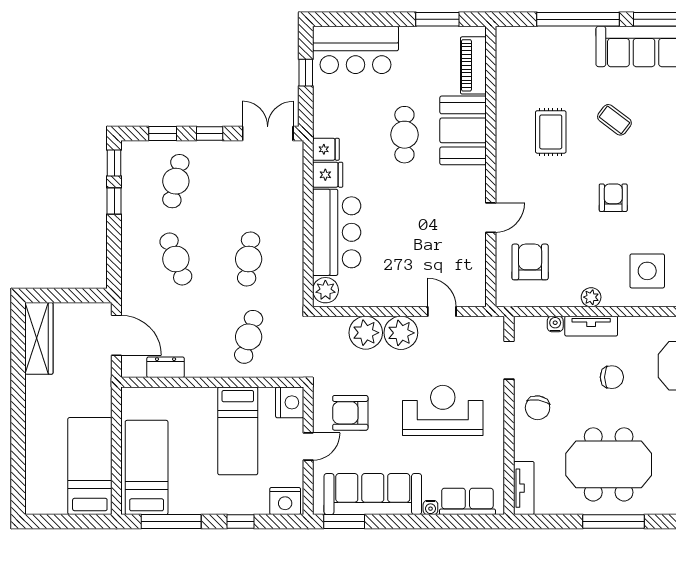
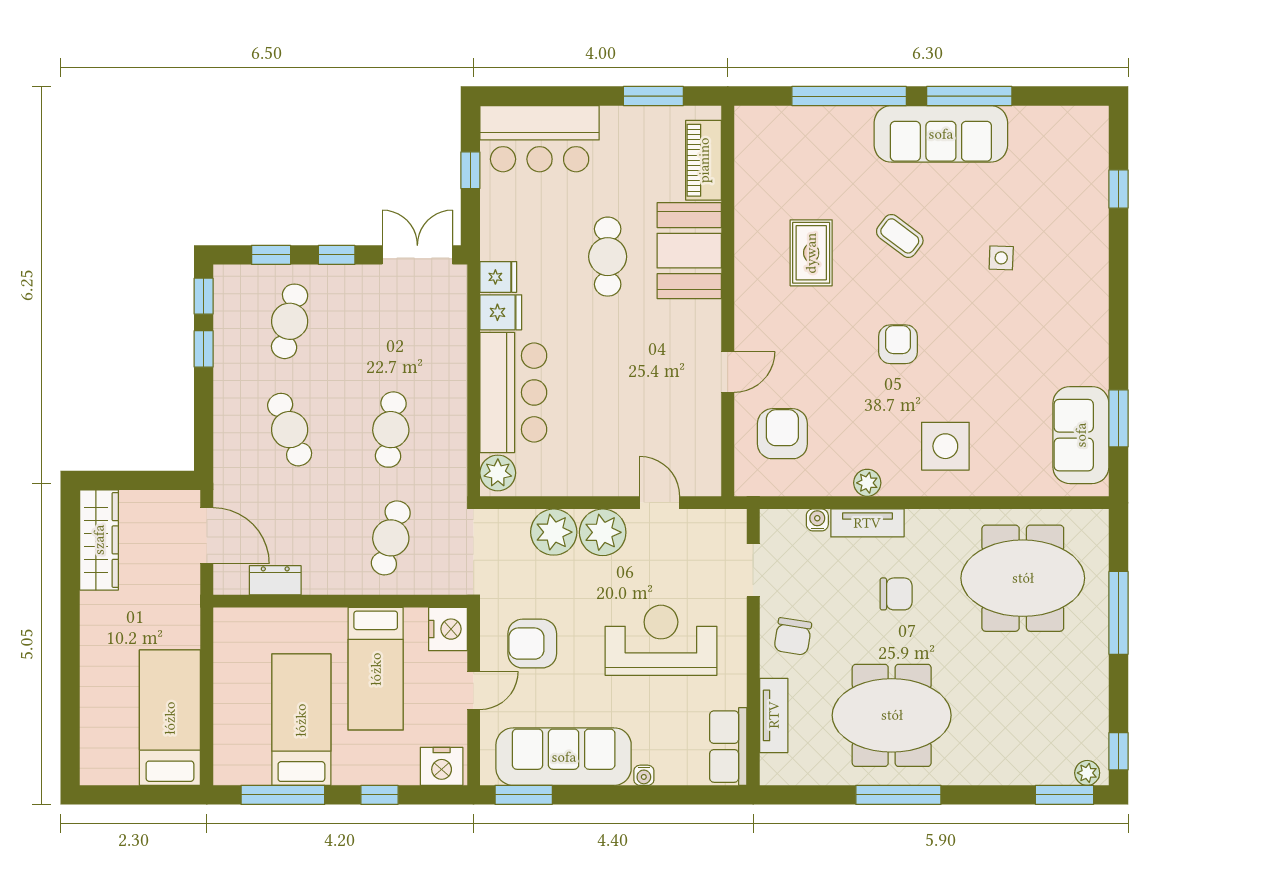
bed: (147, 467) -> (301, 720), moved
tv unit: (524, 488) -> (774, 715), moved
row of seats: (467, 501) -> (728, 747), moved, turned -90

